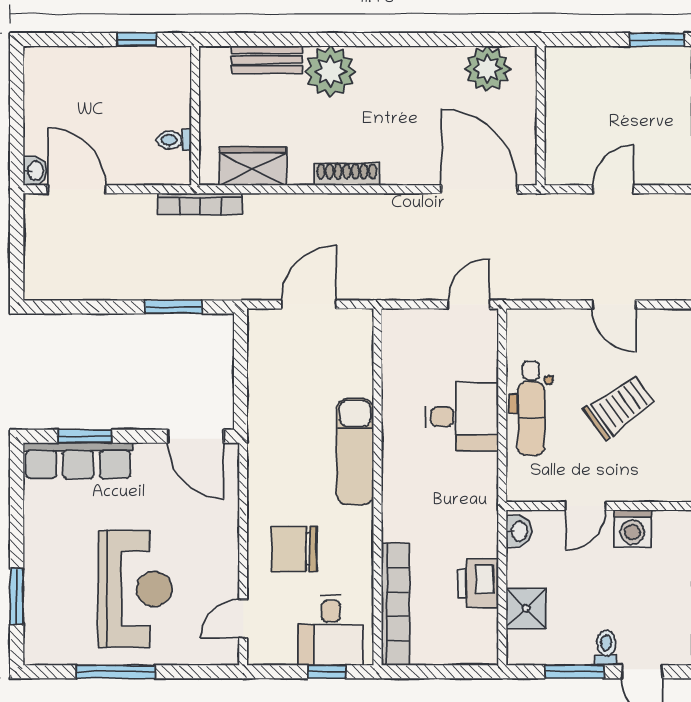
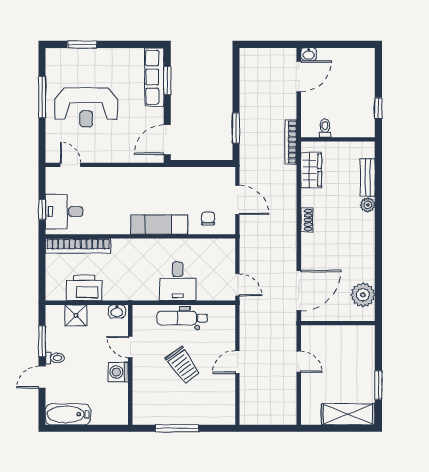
plant: (330, 71) -> (368, 205), width x0.53, depth x0.53
shoe rack: (347, 174) -> (307, 220), width x0.70
chair: (294, 549) -> (208, 219), moved, width x0.54, depth x0.54
printer: (478, 584) -> (84, 288), width x1.37, depth x1.19

